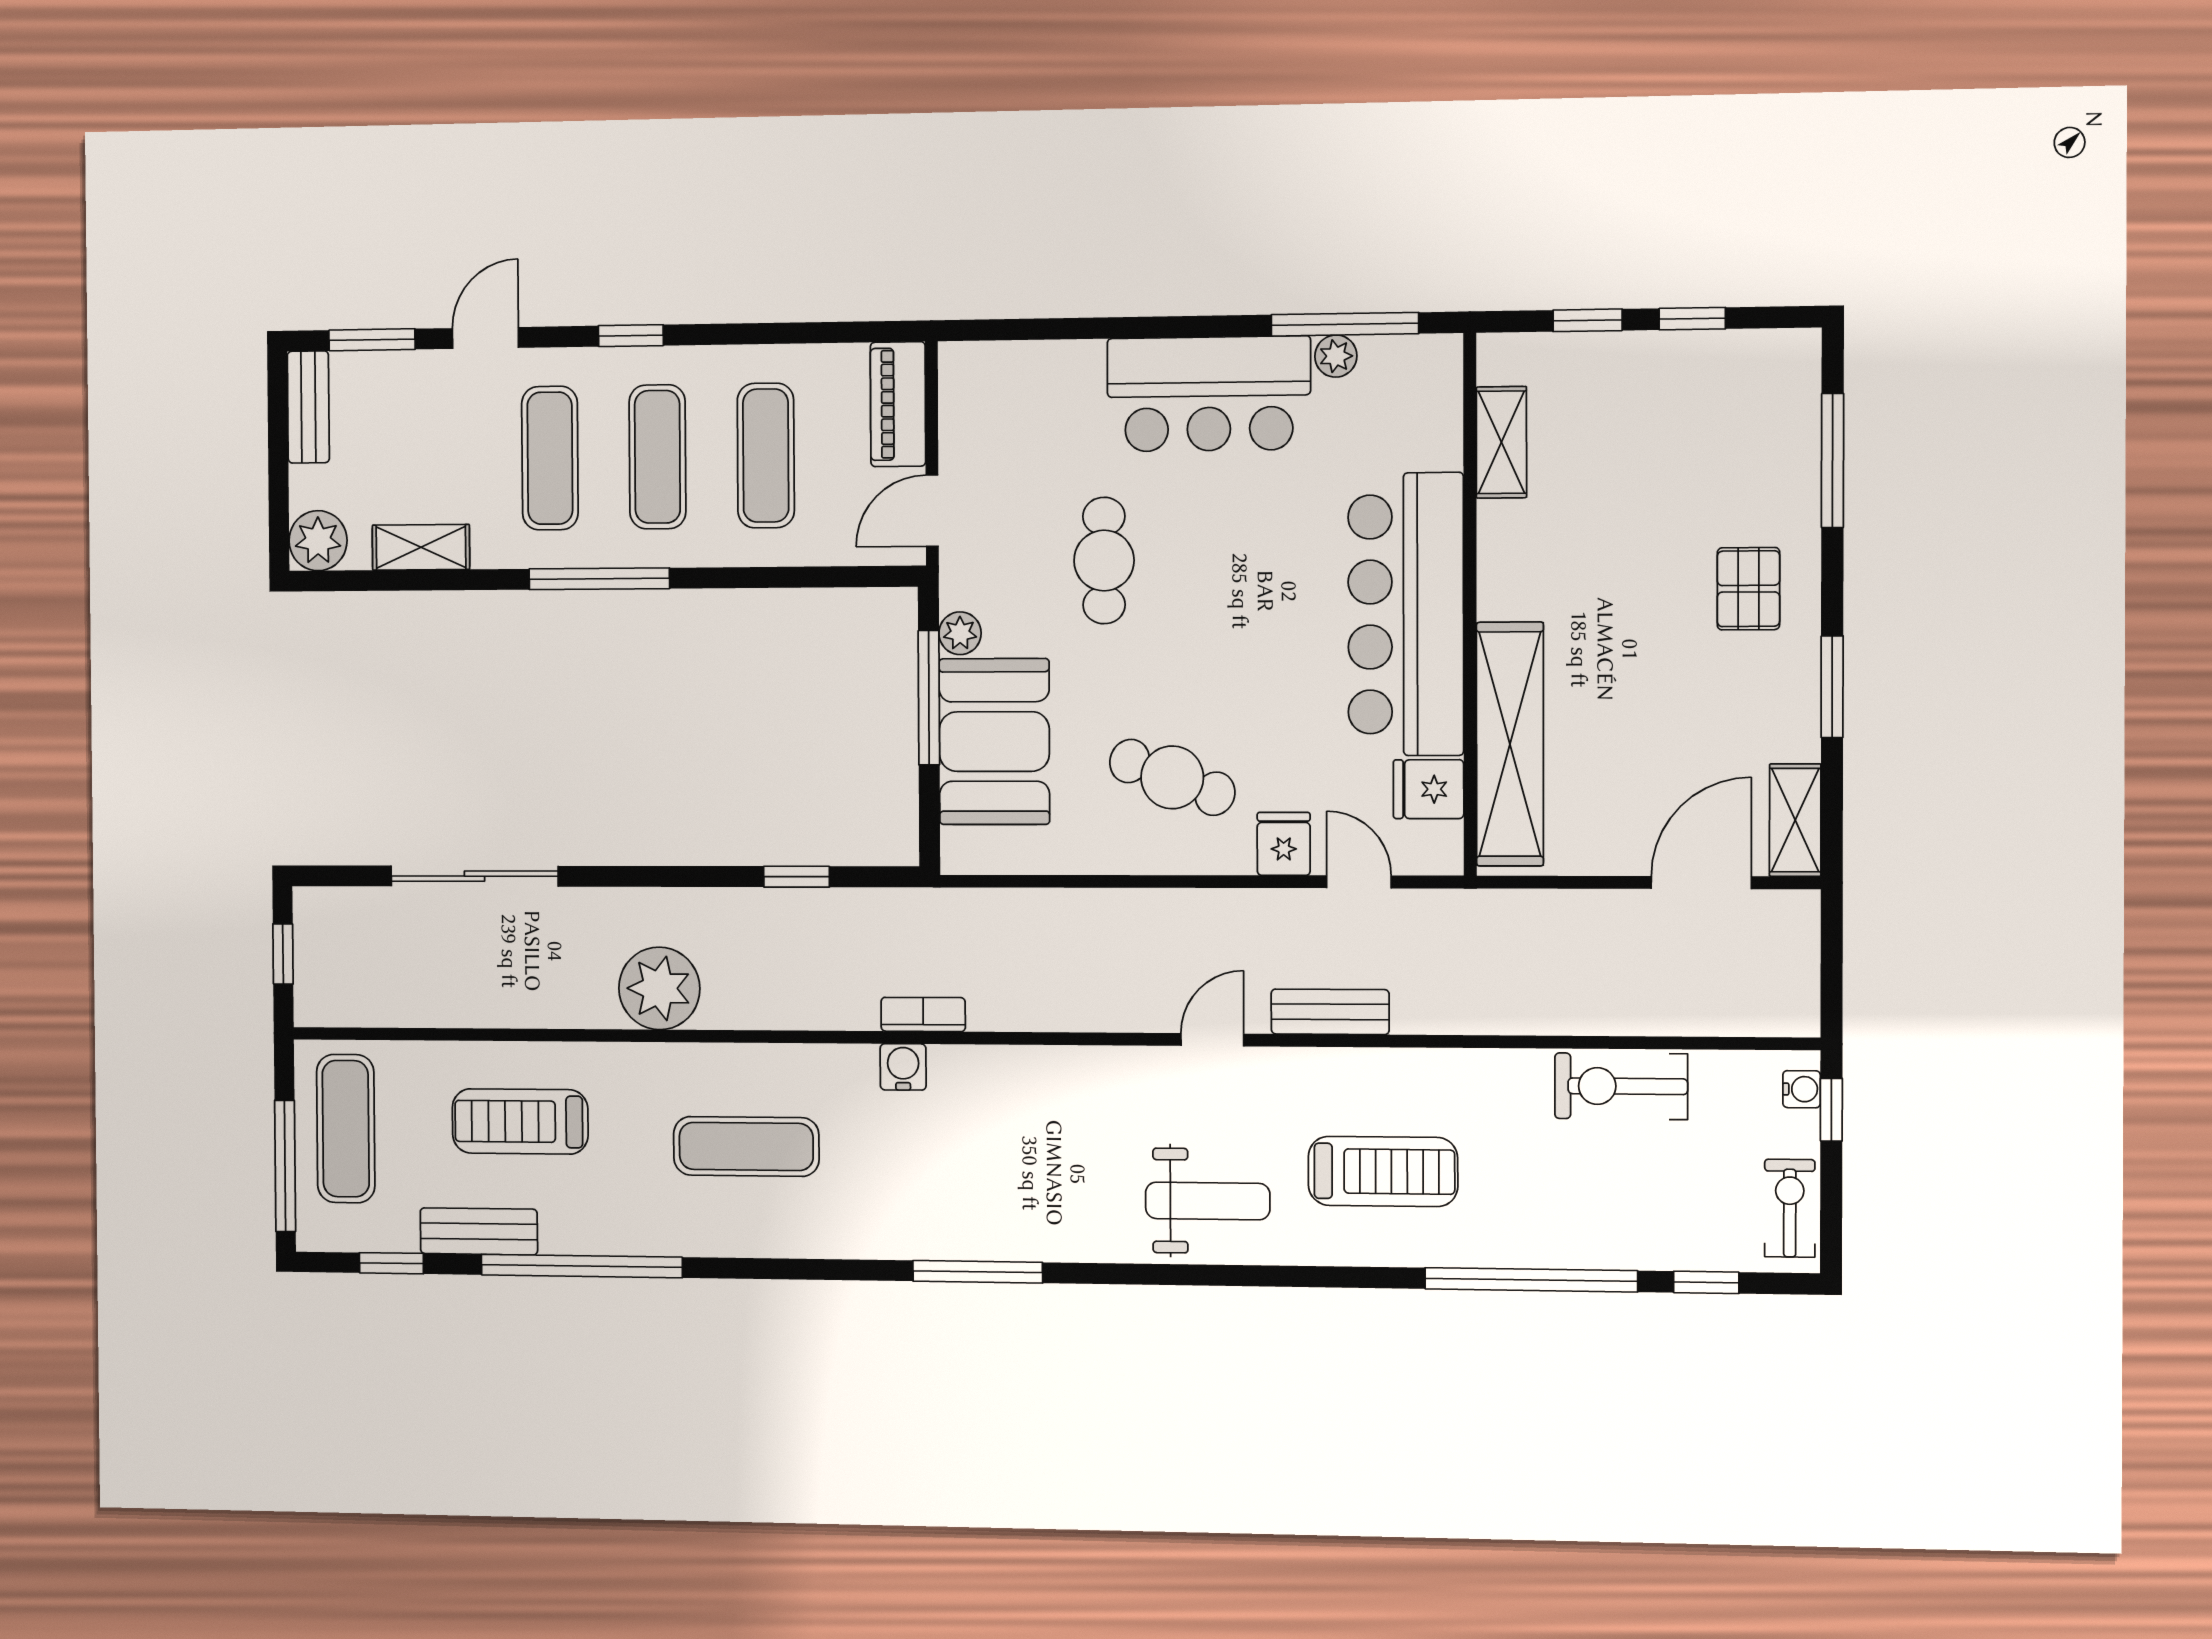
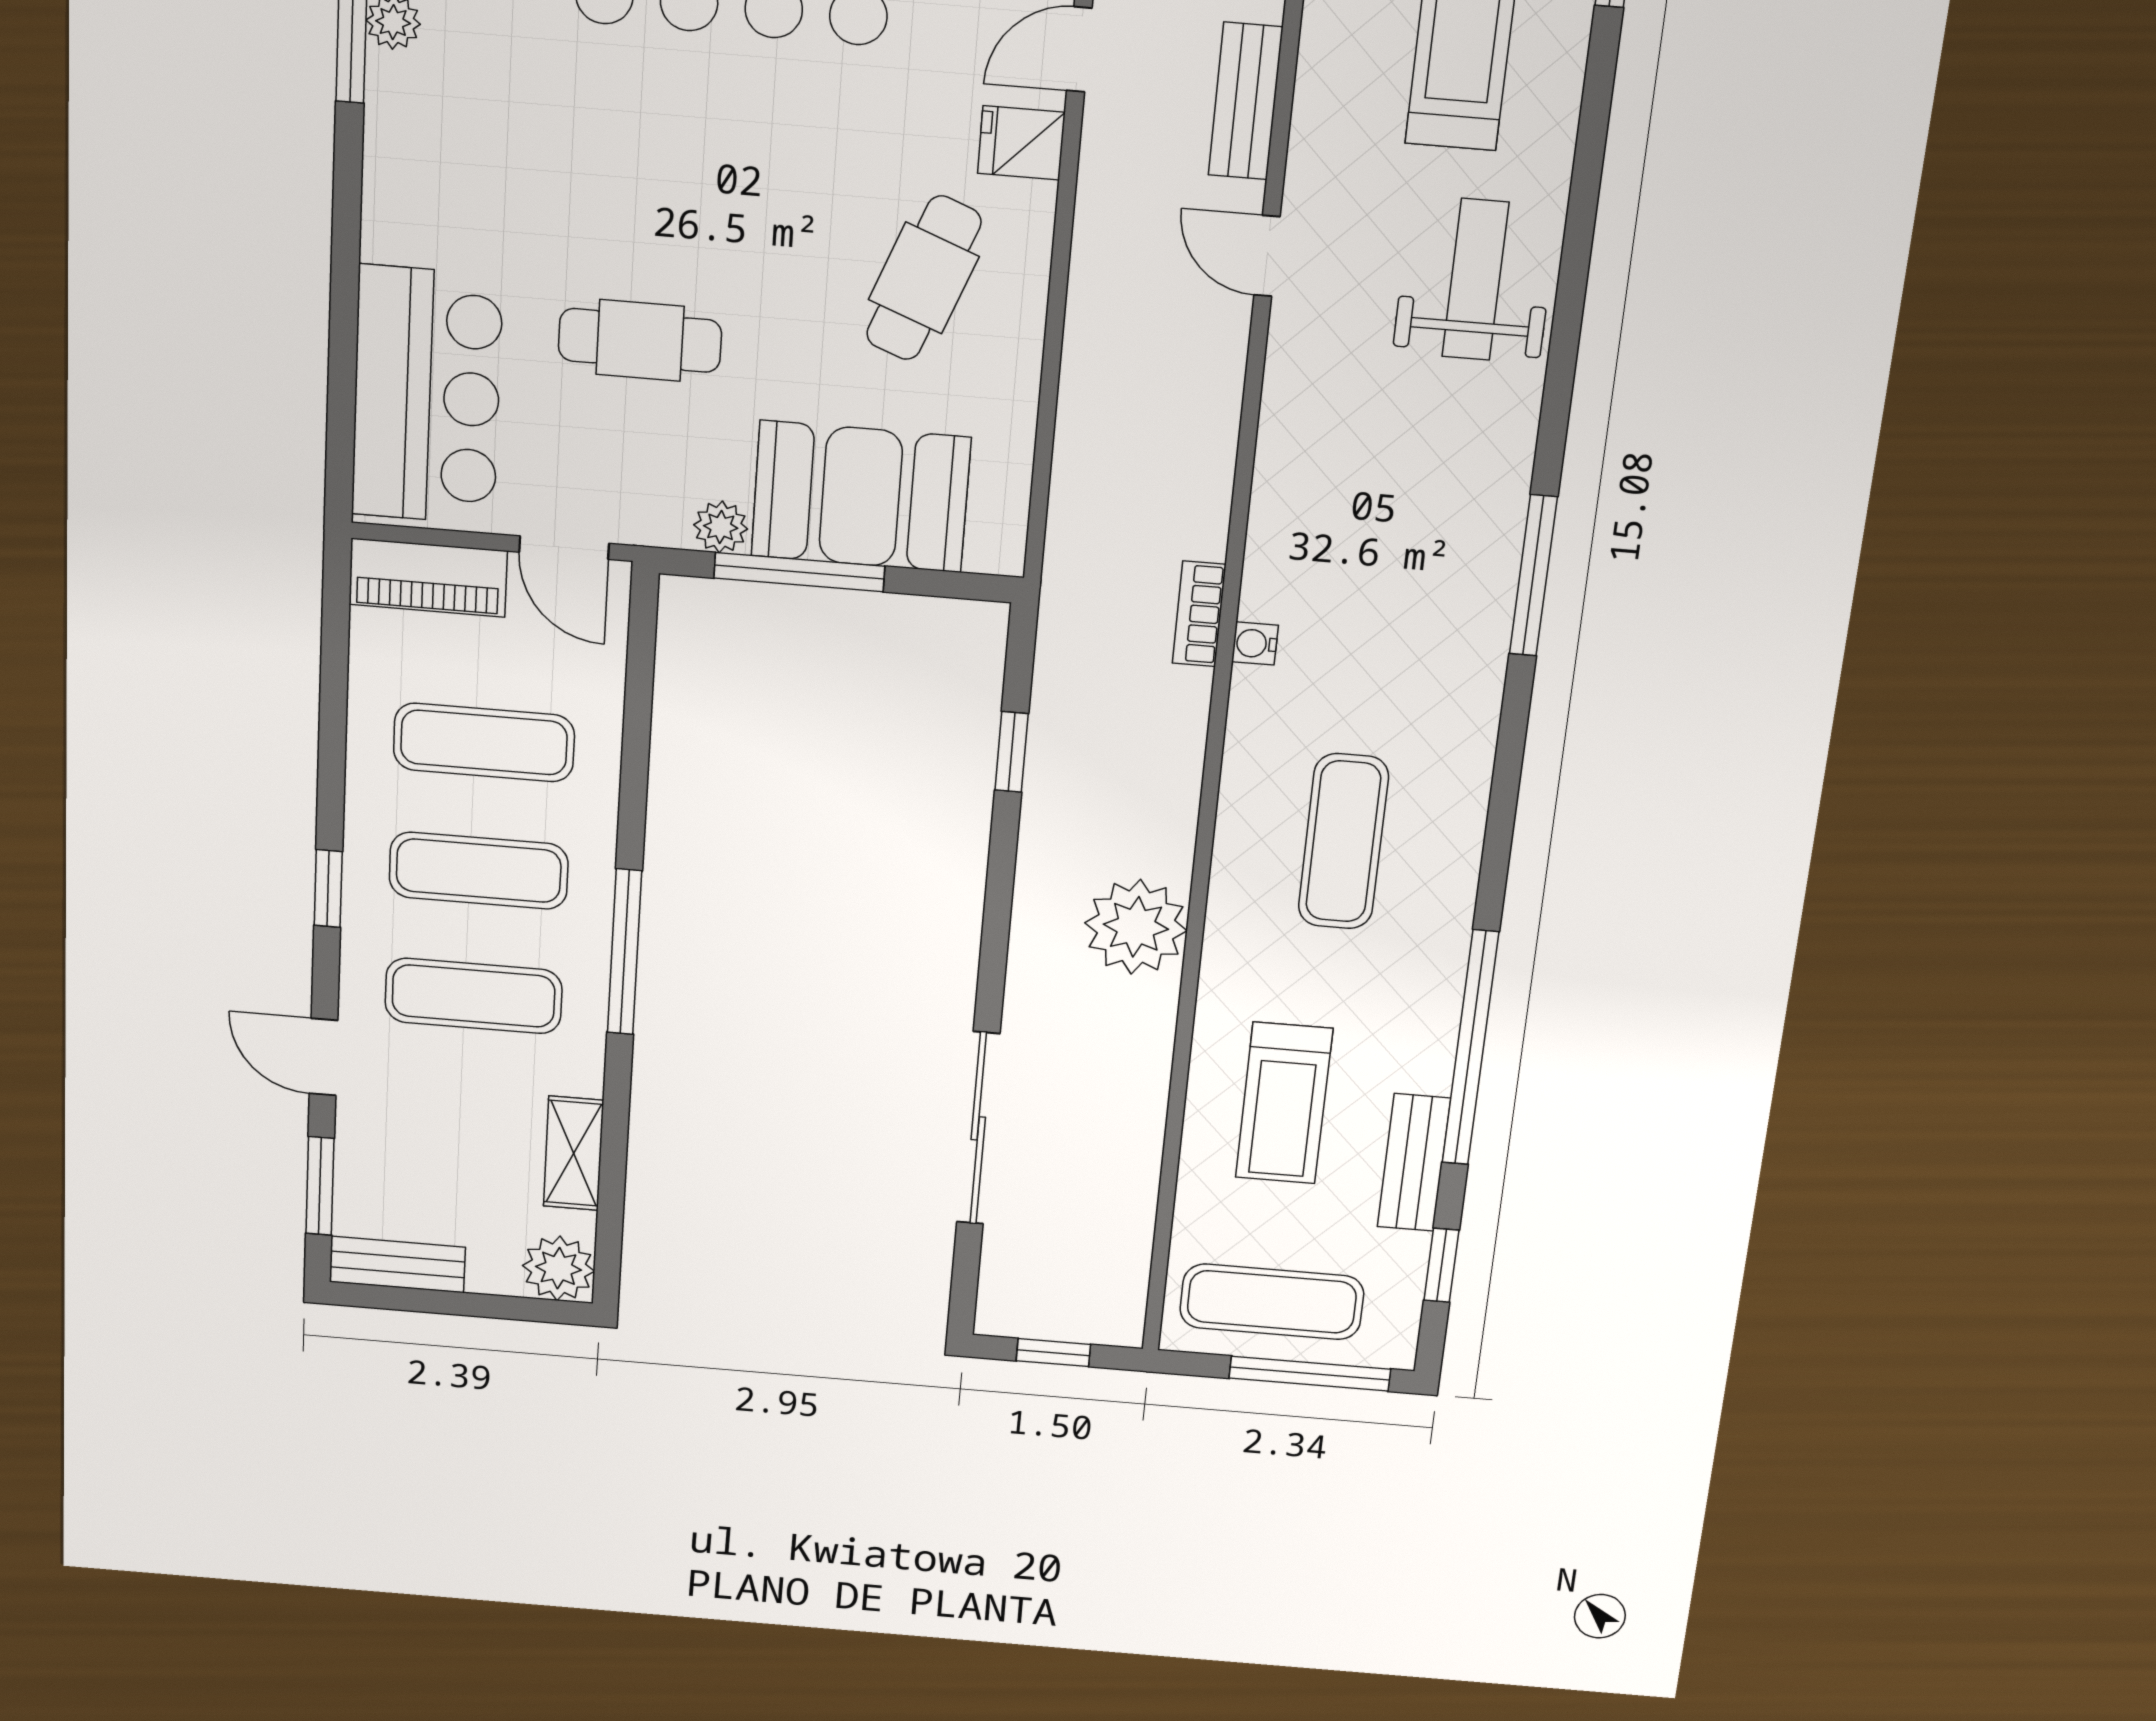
bar counter: (1209, 394) -> (427, 396), moved
water cooler: (903, 1067) -> (1255, 643), width x0.72, depth x0.72

